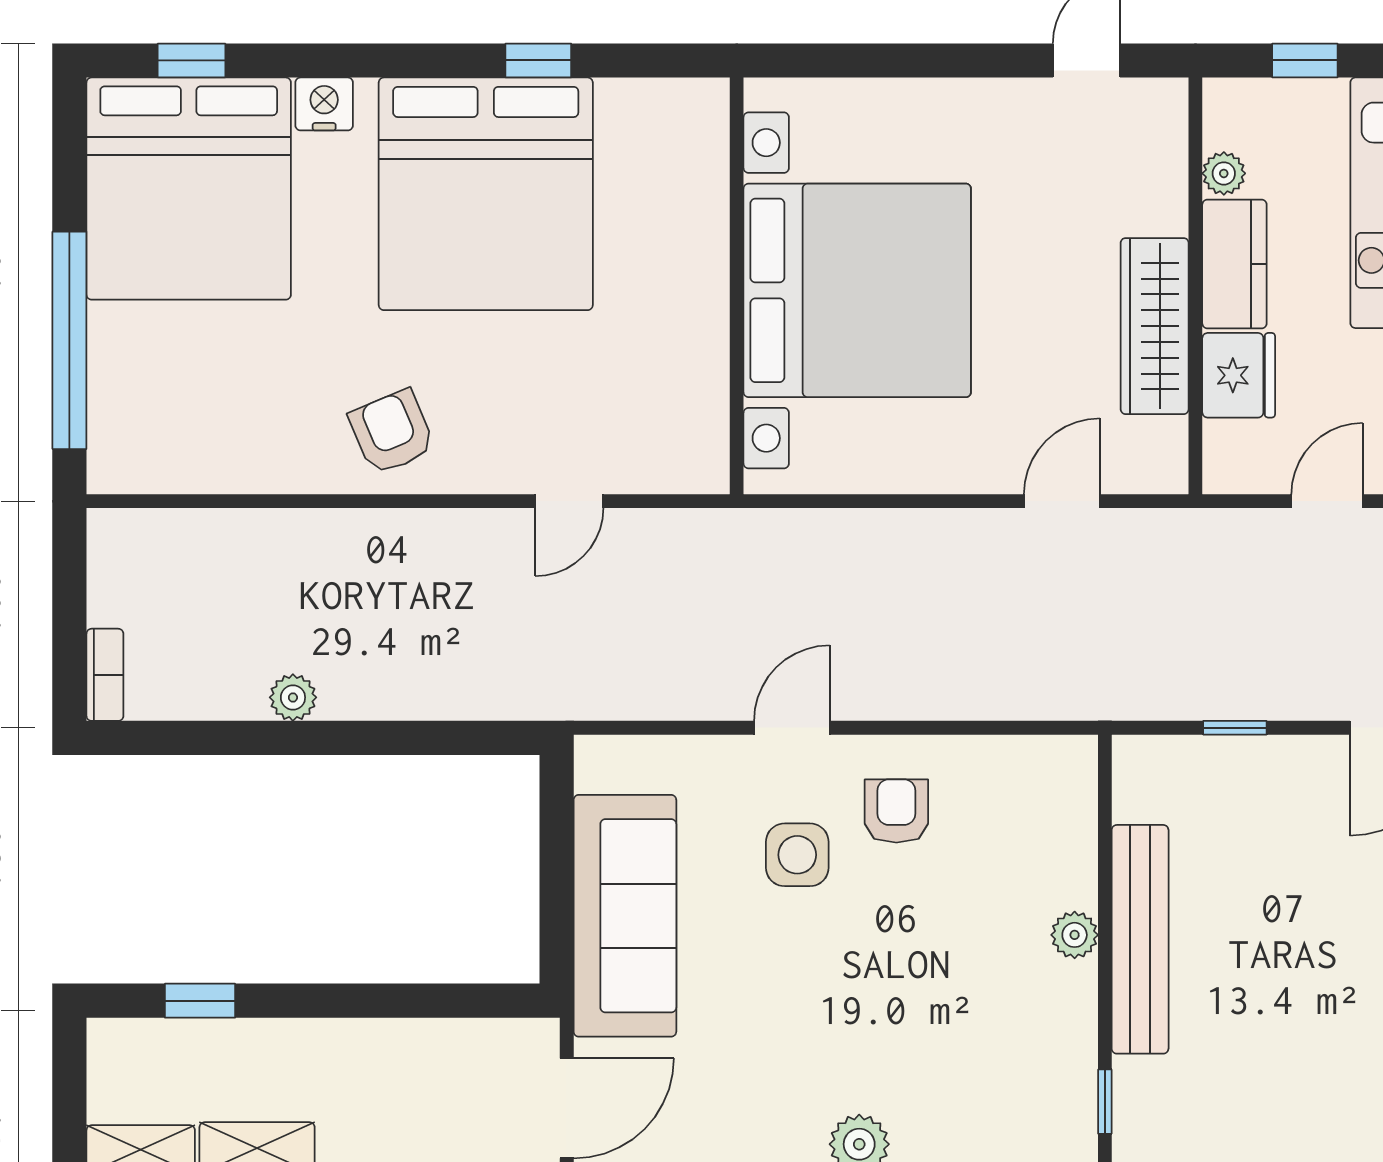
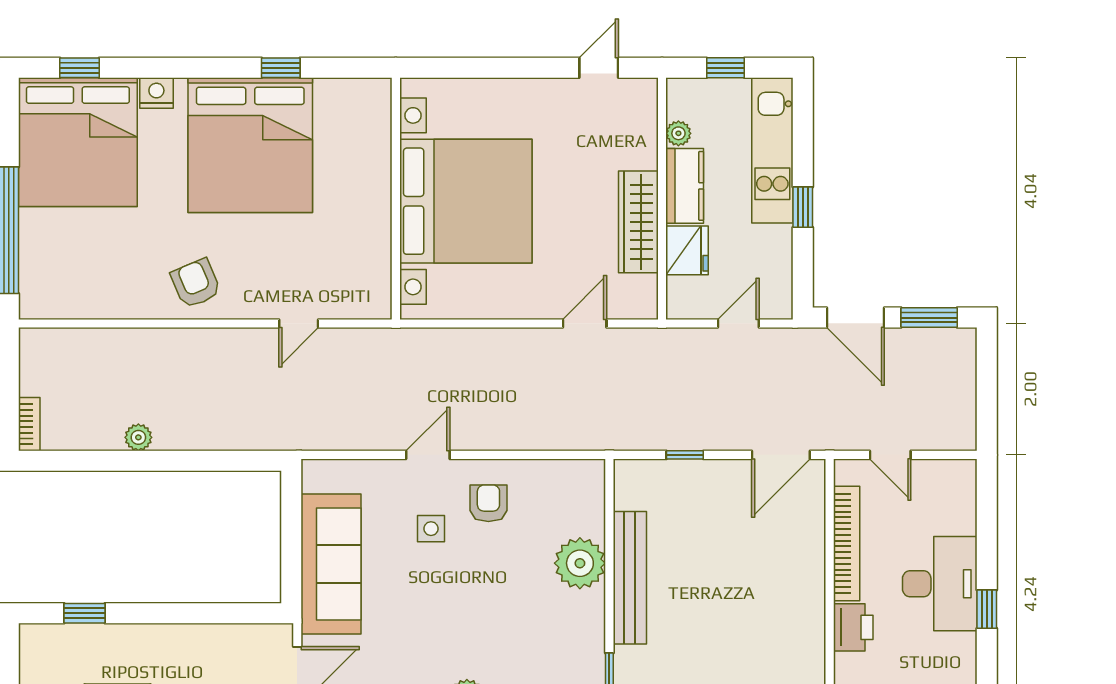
side table: (797, 855) -> (431, 529), width x0.73, depth x0.73
plant: (1075, 935) -> (580, 563), width x1.87, depth x1.87

